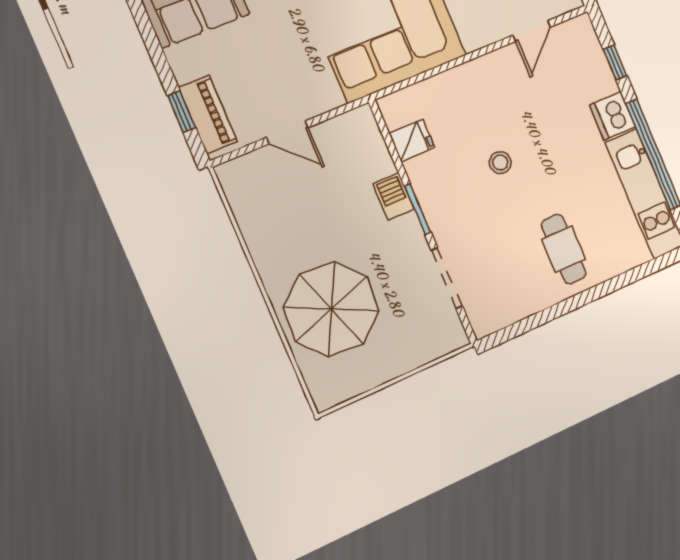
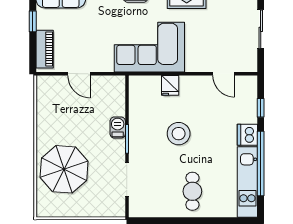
door: (532, 31) -> (224, 74), hinge flipped
window: (181, 112) -> (33, 21), moved
fridge: (412, 140) -> (170, 85), moved, turned 90
stool: (500, 163) -> (179, 134), width x1.89, depth x1.89

